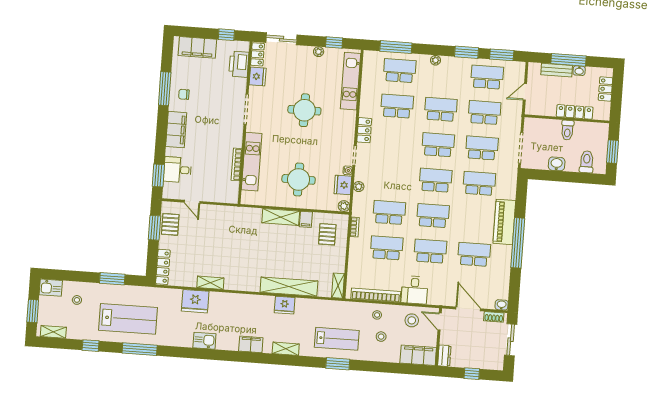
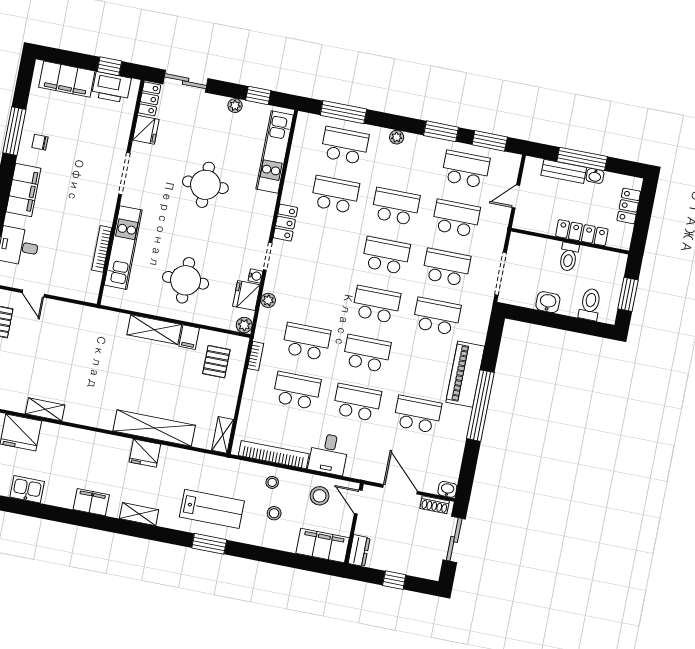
printer: (239, 64) -> (111, 87), moved, turned -90

